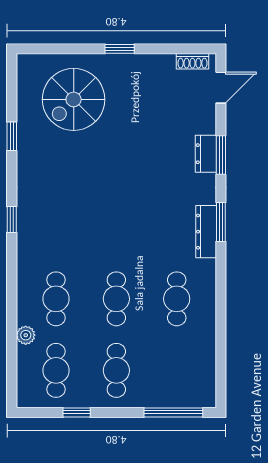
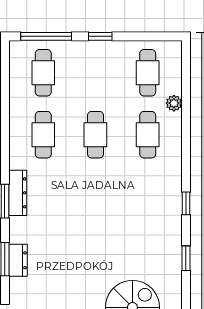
window: (12, 136) -> (186, 258), moved
cafe table: (116, 370) -> (43, 73), moved
window: (77, 412) -> (100, 36), moved

